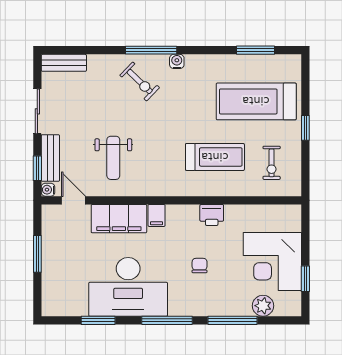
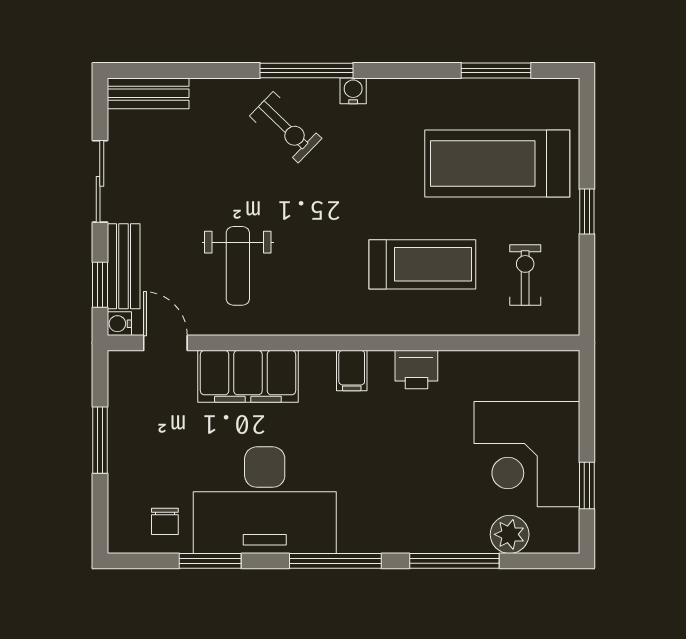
exercise bike: (272, 163) -> (525, 275), turned 180
filing cabinet: (157, 215) -> (352, 370), moved
chair: (200, 266) -> (165, 521), moved, turned 180

